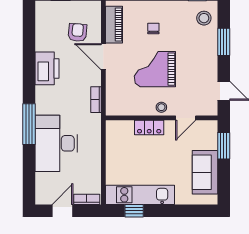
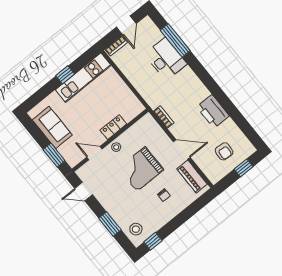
armchair: (78, 32) -> (224, 151), moved
grand piano: (155, 69) -> (141, 169), turned 180
door: (186, 118) -> (94, 153), hinge flipped
window: (29, 124) -> (175, 40), moved
desk: (56, 143) -> (166, 59), width x0.73, depth x0.77
window: (134, 211) -> (65, 75), moved

